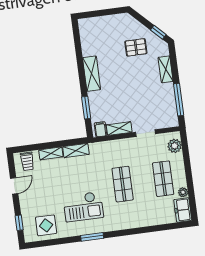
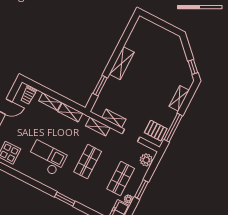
pallet: (136, 47) -> (156, 131), moved
filing cabinet: (100, 129) -> (99, 109), removed
shelving: (110, 146) -> (98, 127), added
window: (189, 176) -> (141, 189), added
checkout: (83, 207) -> (47, 158), turned 180
window: (92, 237) -> (65, 199), moved

